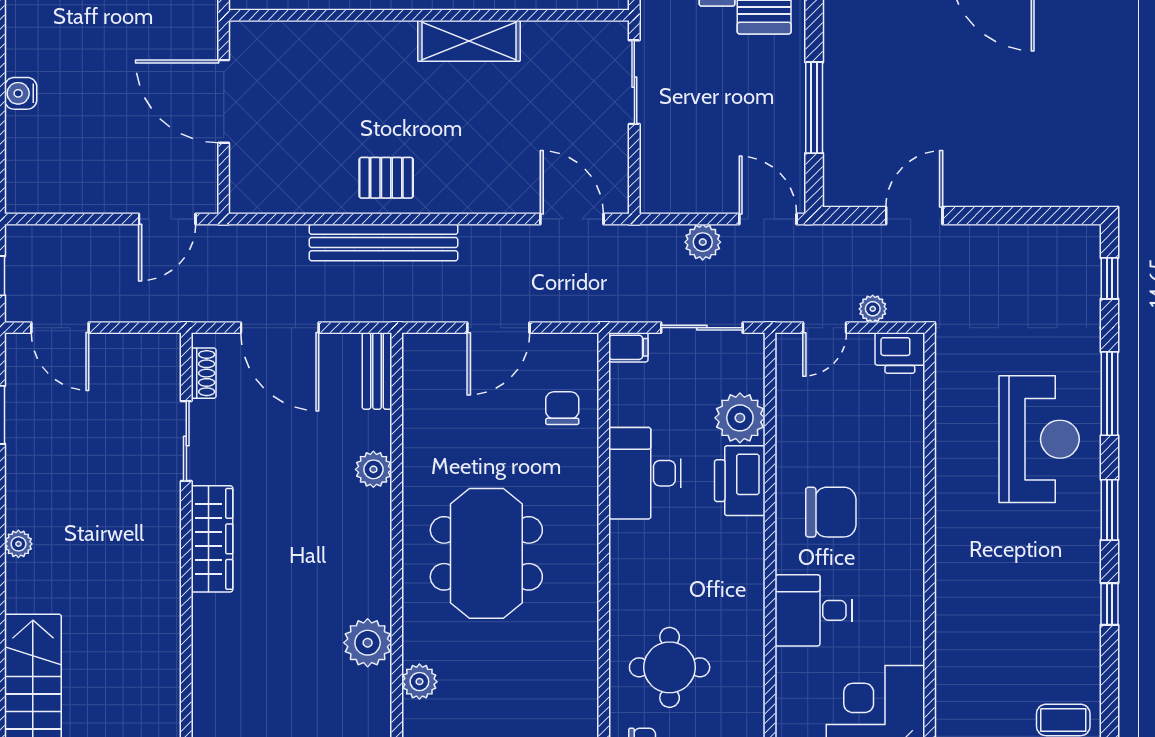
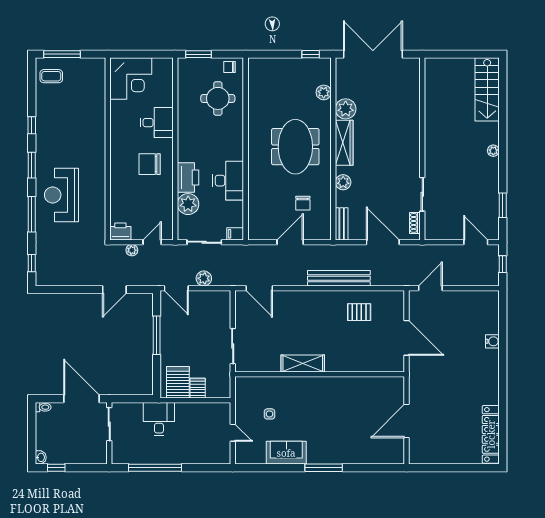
pallet: (386, 178) -> (359, 312), moved
chair: (562, 408) -> (303, 203), moved
wardrobe: (212, 539) -> (344, 143), moved, turned 180

